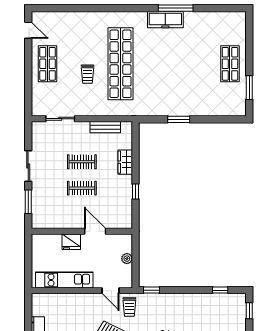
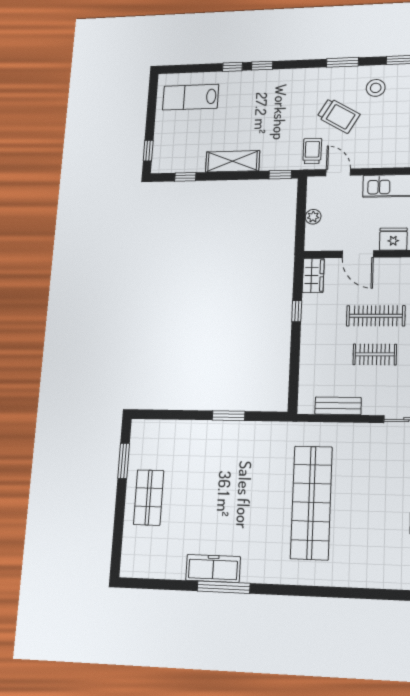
freezer: (165, 20) -> (213, 568), moved
trolley: (87, 74) -> (363, 488), removed
wardrobe: (125, 162) -> (313, 275), moved
clothes rail: (82, 188) -> (376, 316), width x1.36
shelving: (186, 301) -> (233, 161), added

